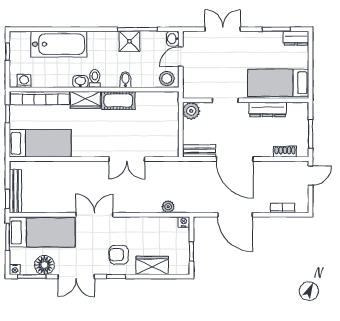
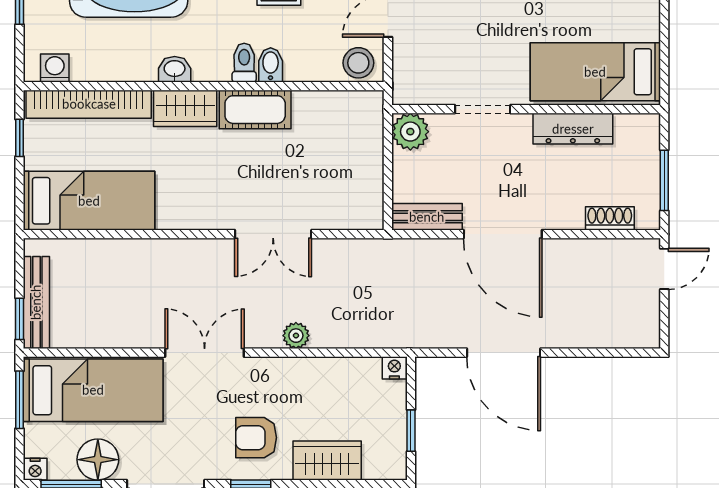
toilet: (95, 78) -> (244, 63), moved
plant: (168, 207) -> (296, 336), moved
bookcase: (283, 208) -> (605, 338), removed

